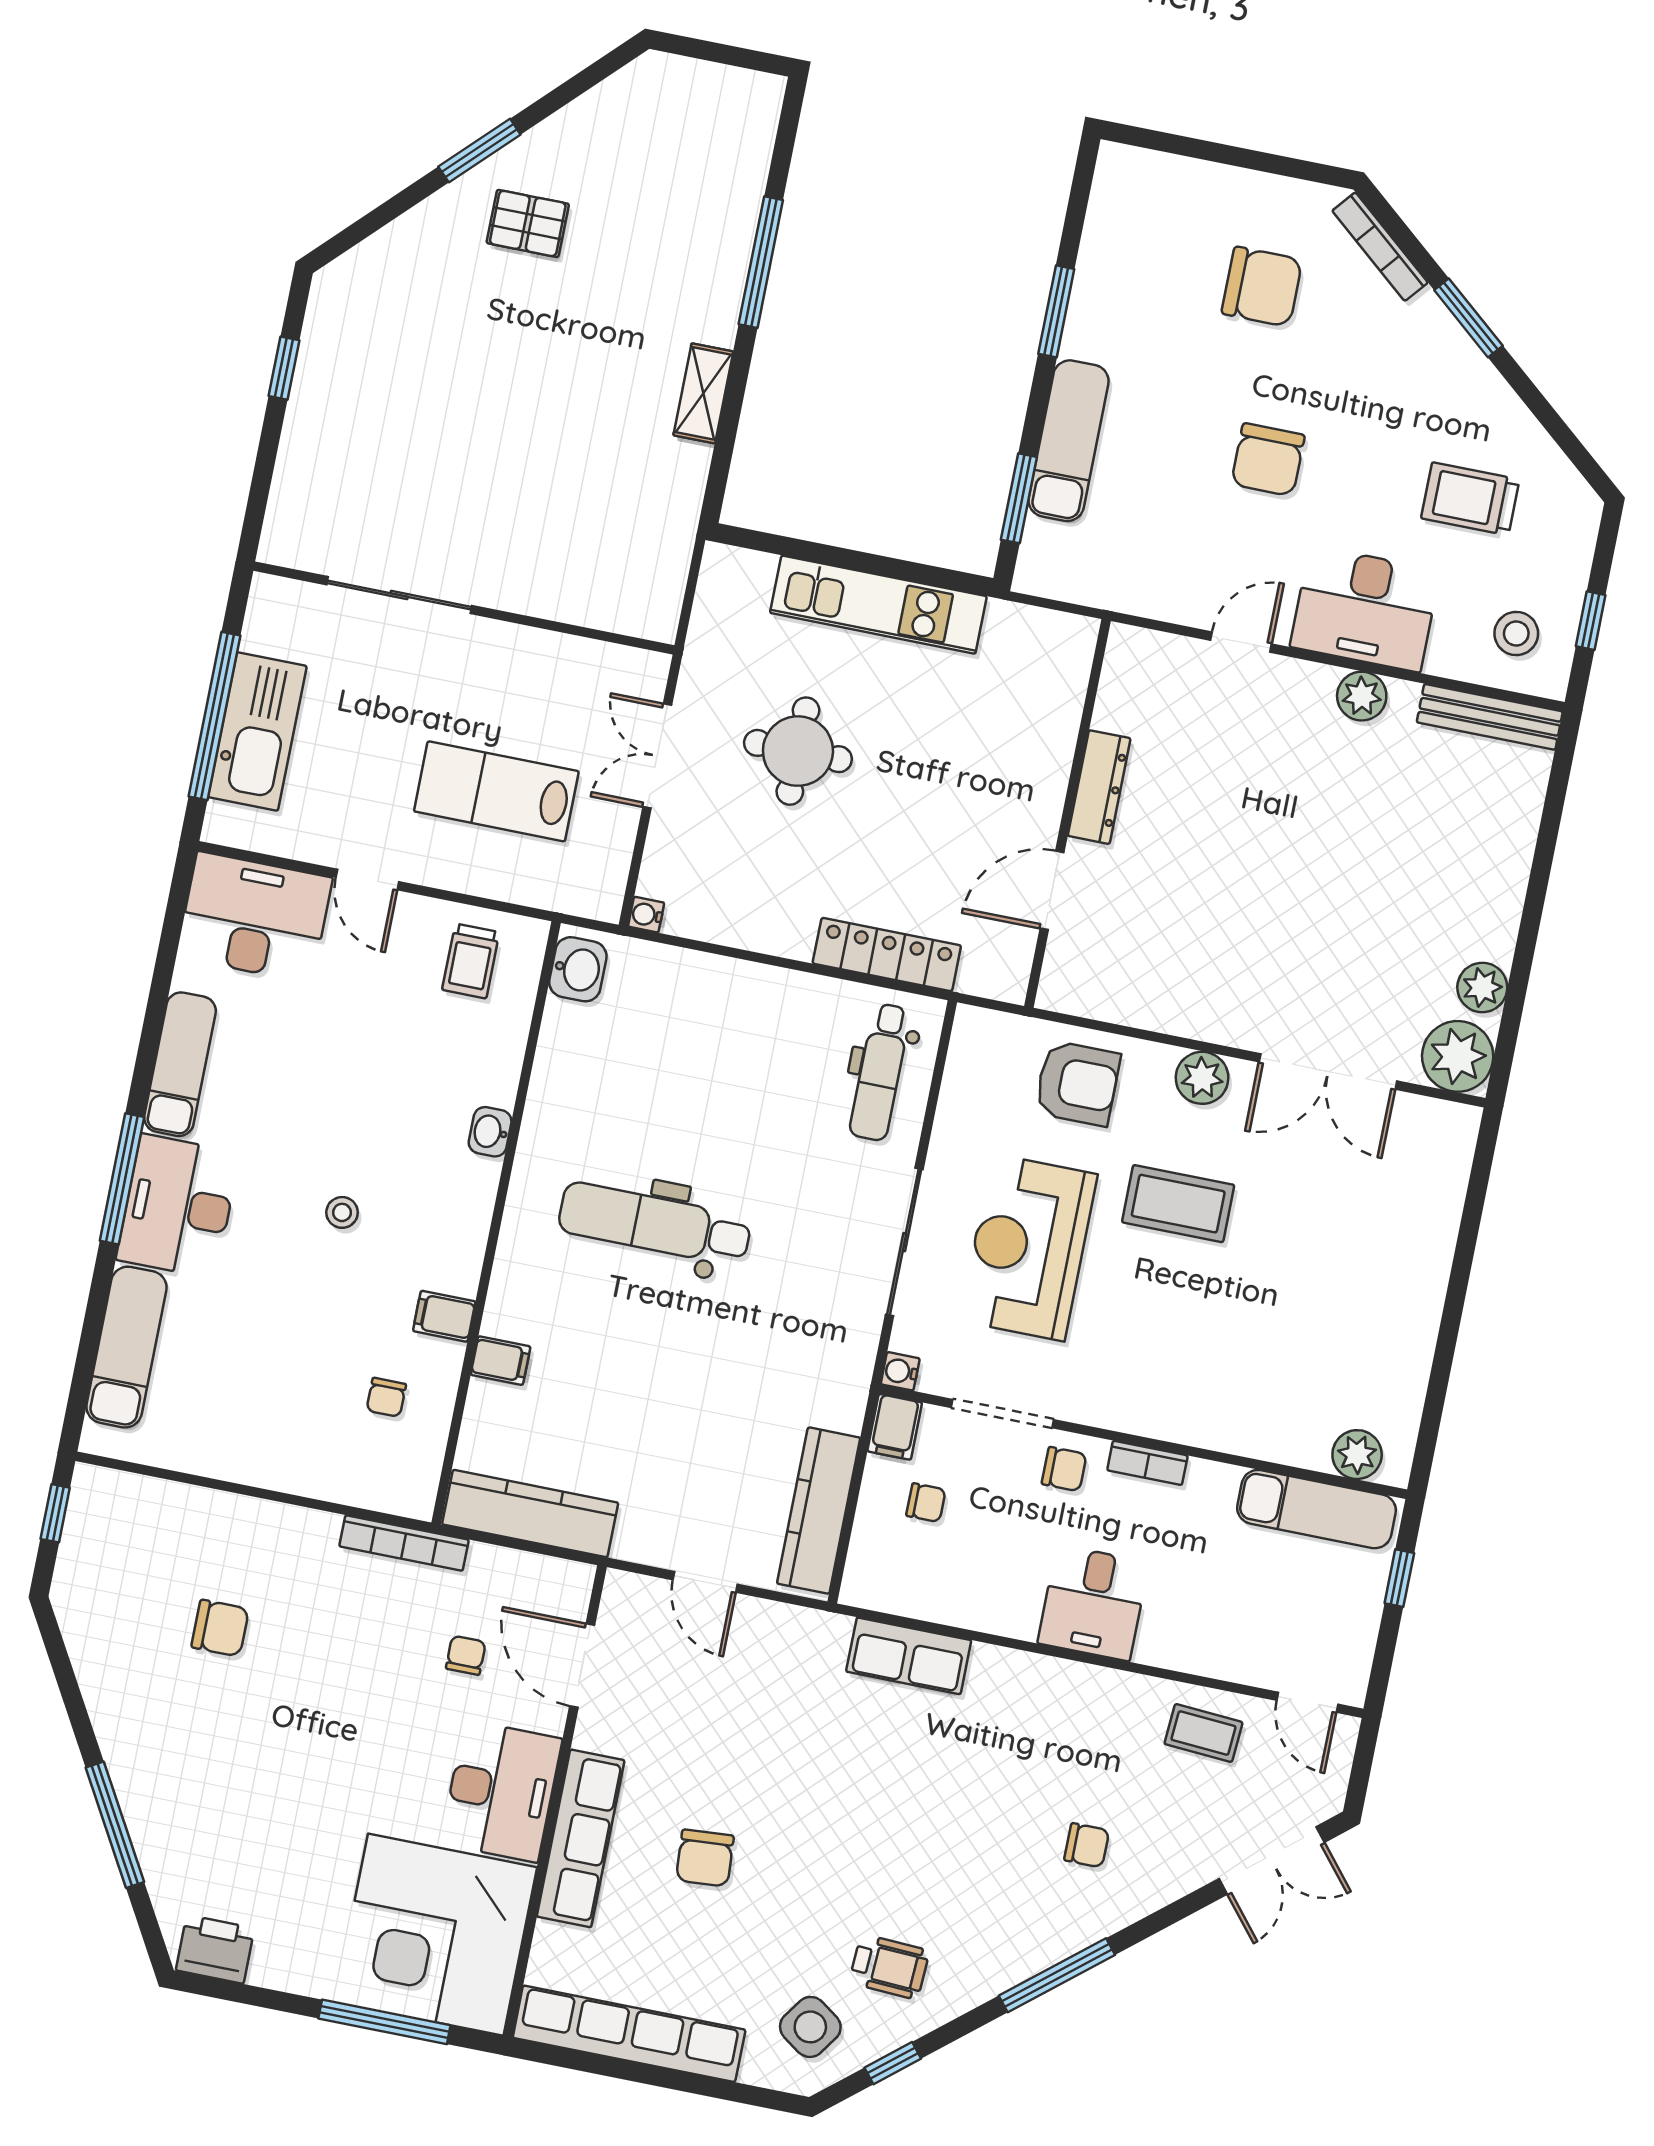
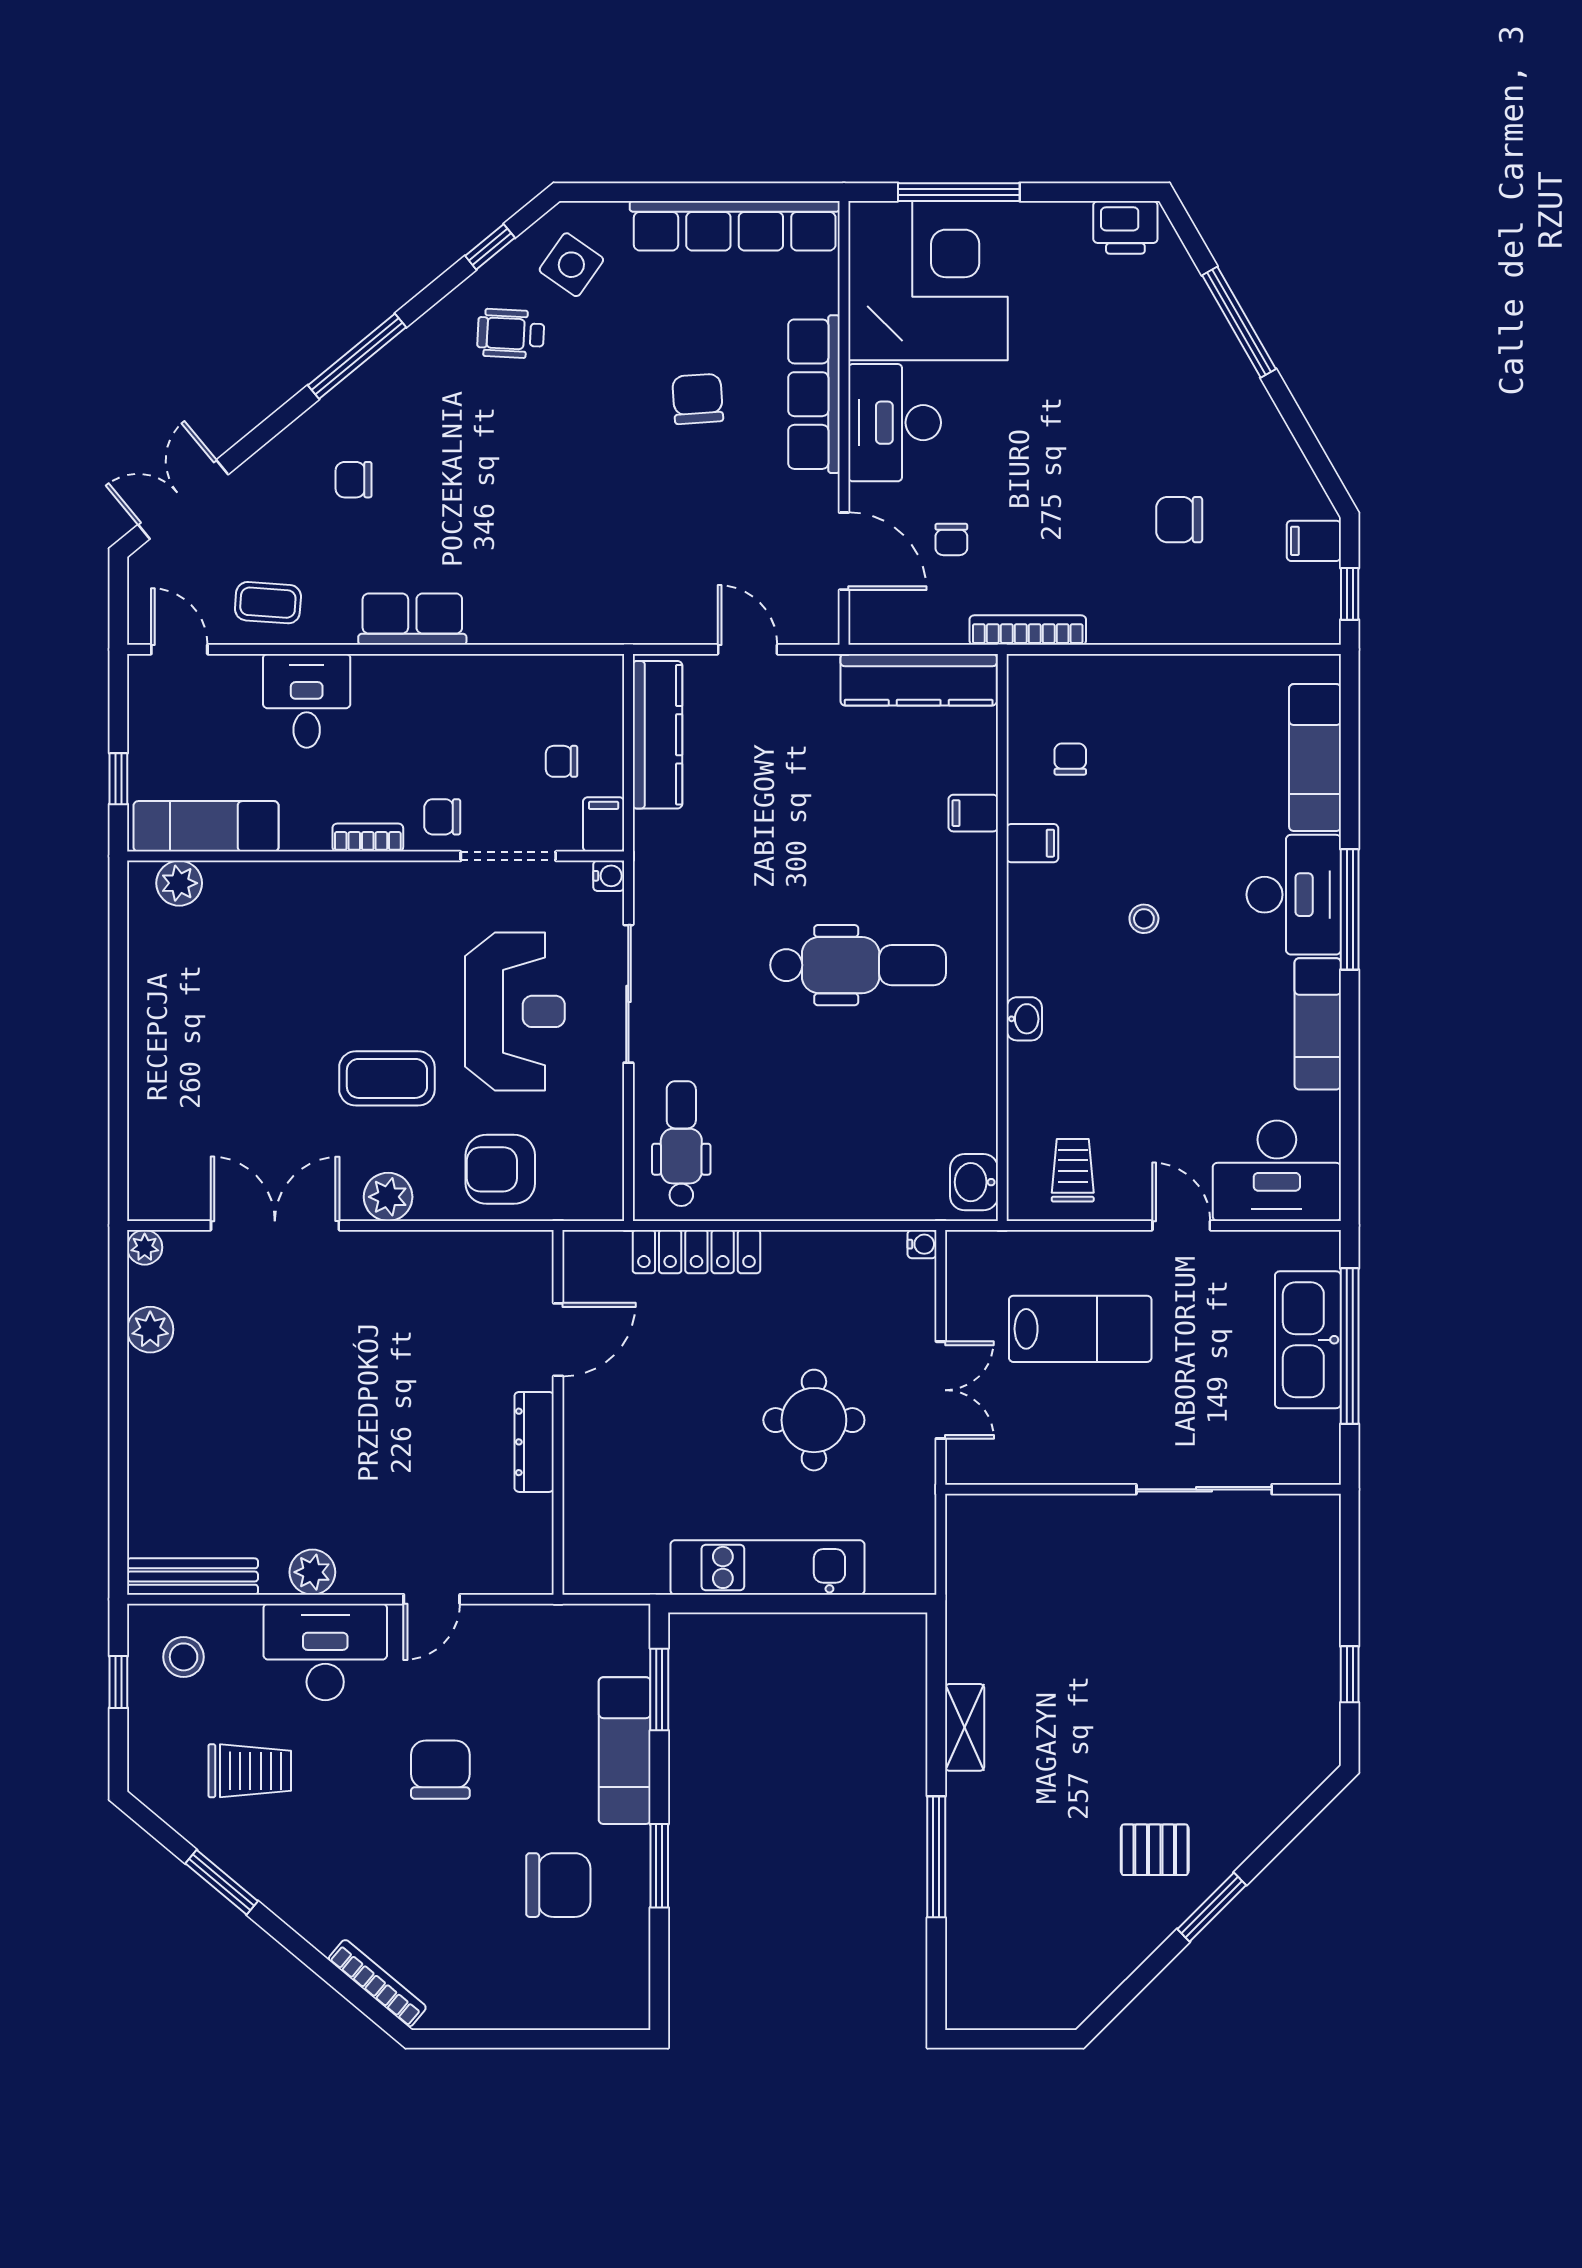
chair: (1262, 287) -> (558, 1885), moved, turned 180
window: (1468, 318) -> (222, 1882), moved
plant: (1458, 1056) -> (145, 1247), width x0.53, depth x0.53
filing cabinet: (82, 1577) -> (1314, 541), added
desk: (1093, 1603) -> (307, 701), moved
row of seats: (909, 1656) -> (412, 619), moved

